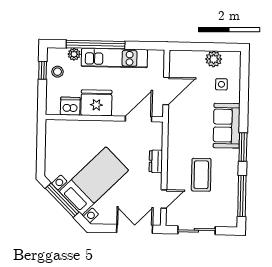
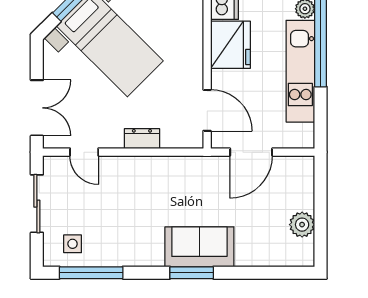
side table: (221, 84) -> (73, 244), moved
door: (166, 91) -> (251, 152), hinge flipped
window: (243, 147) -> (192, 273), moved
coffee table: (201, 175) -> (123, 209), removed

